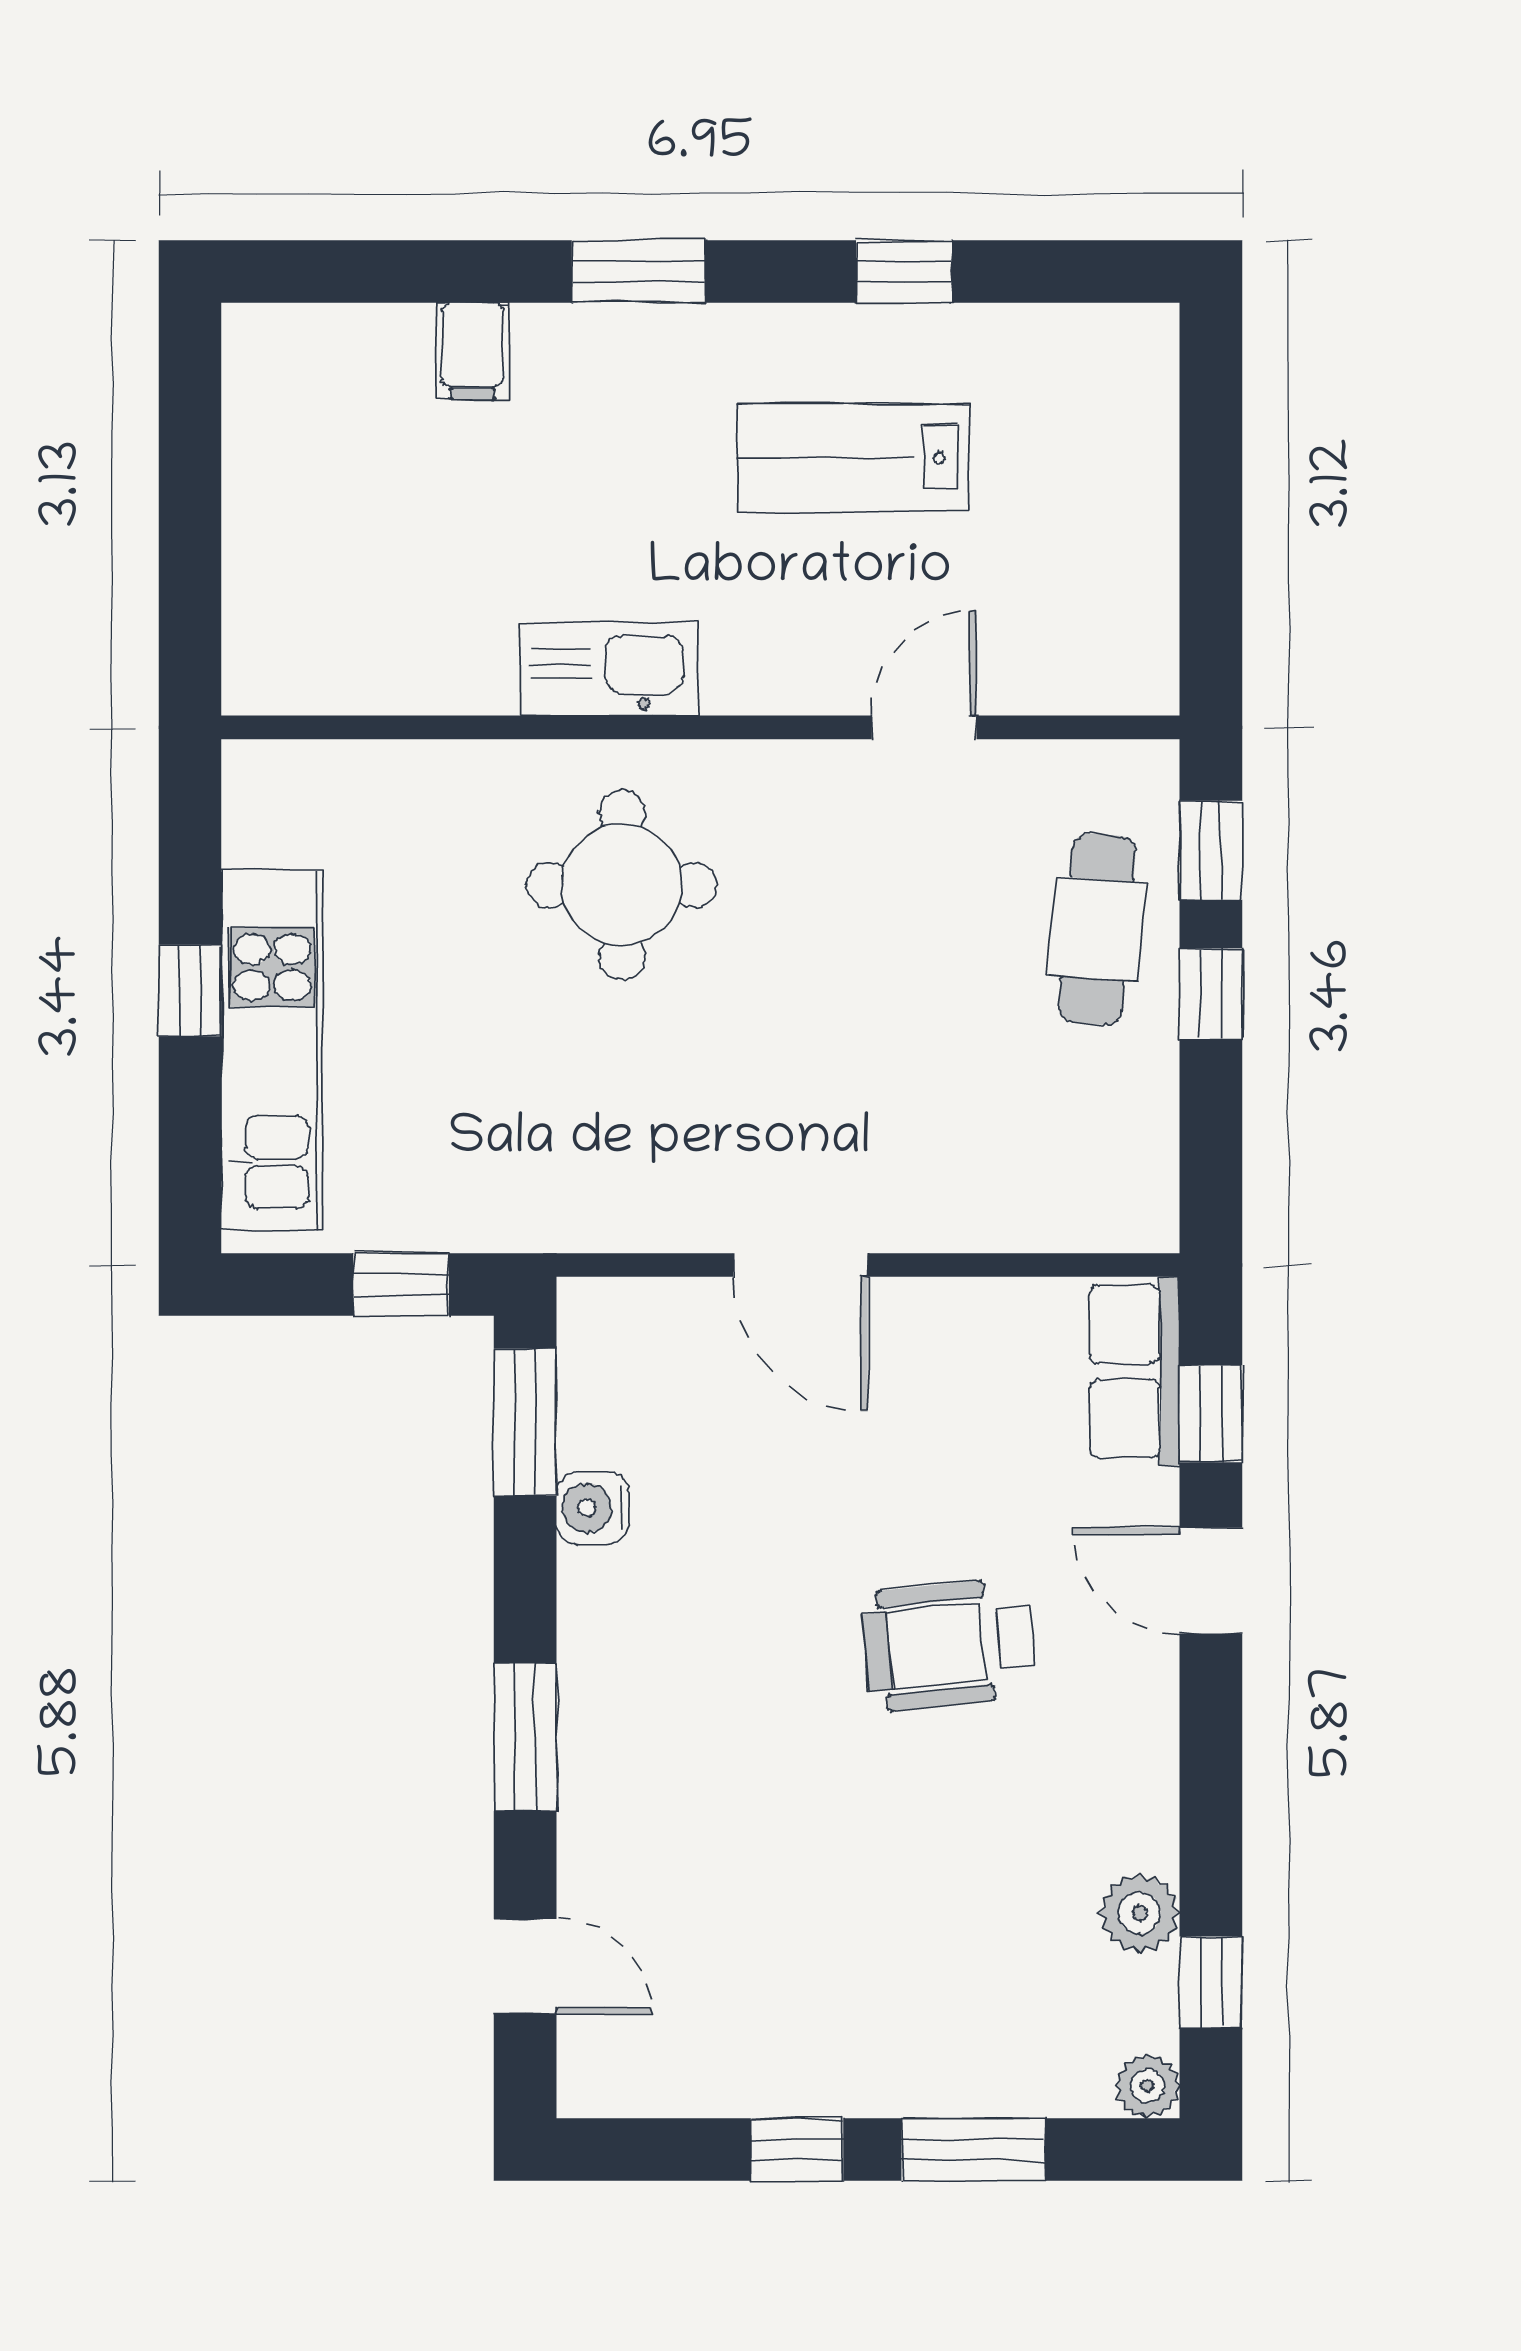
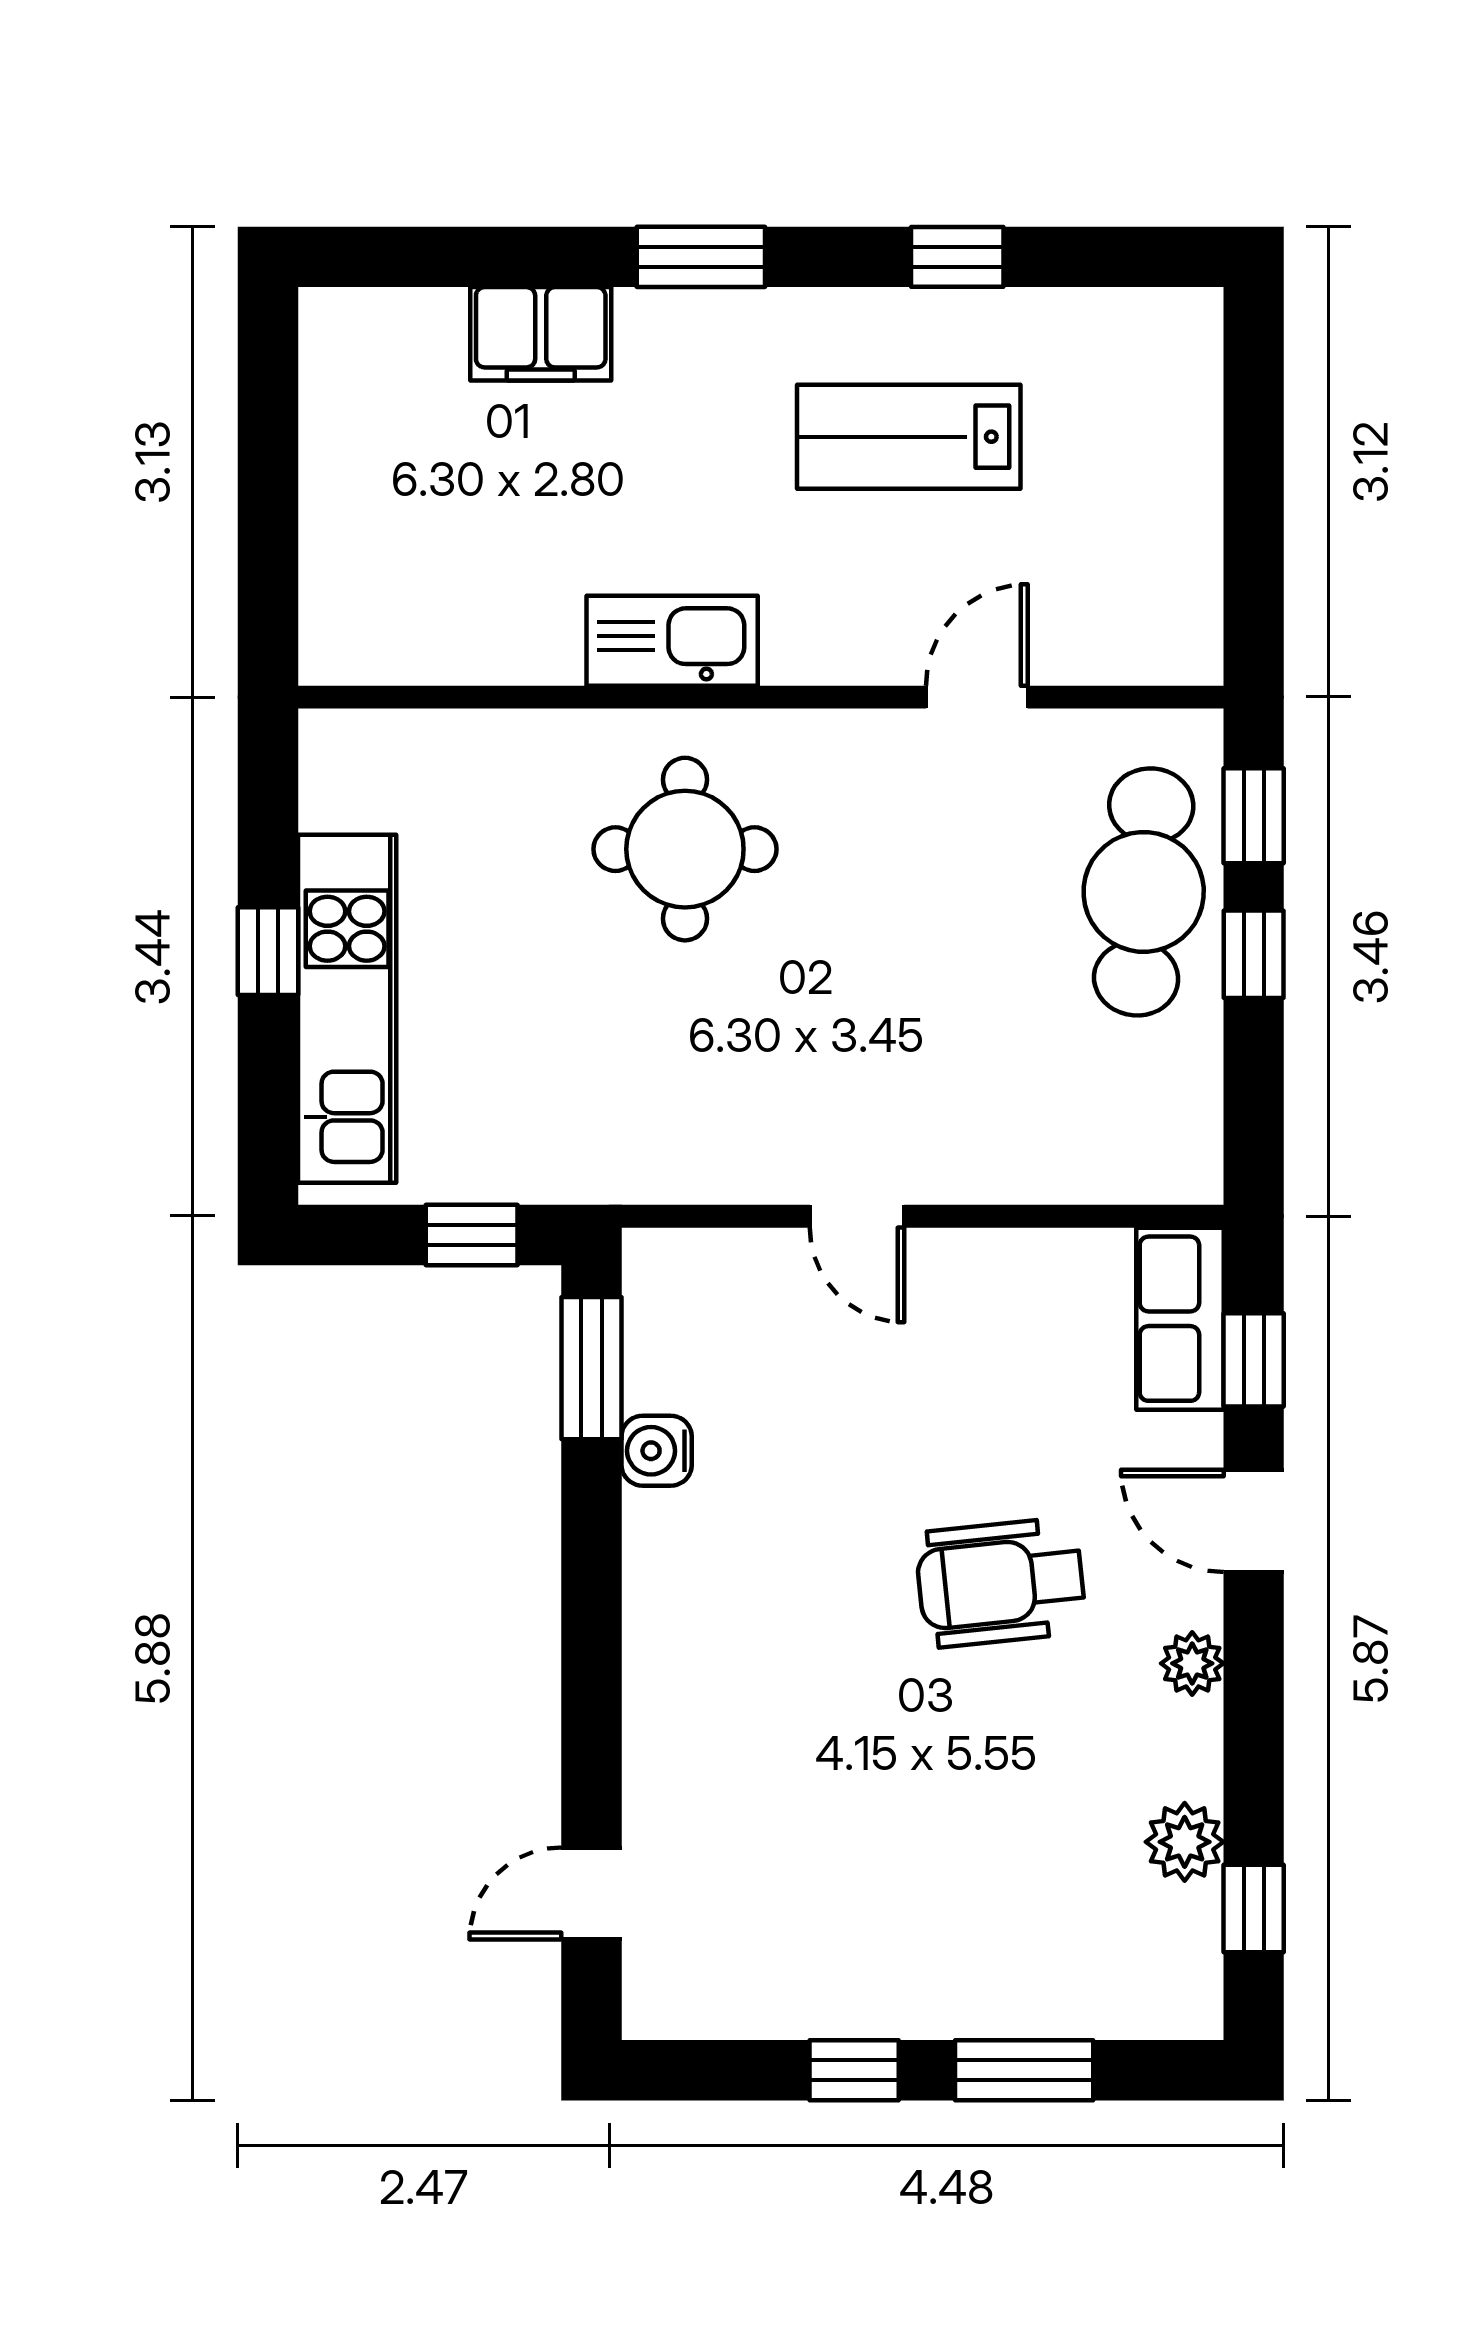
filing cabinet: (473, 351) -> (541, 334), width x2.00
cafe table: (1097, 929) -> (1144, 892), width x1.37, depth x1.35
door: (800, 1265) -> (857, 1216), width x0.73
window: (525, 1737) -> (591, 1672), removed
door: (525, 1966) -> (591, 1893), swing flipped
plant: (1147, 2086) -> (1192, 1663), moved

